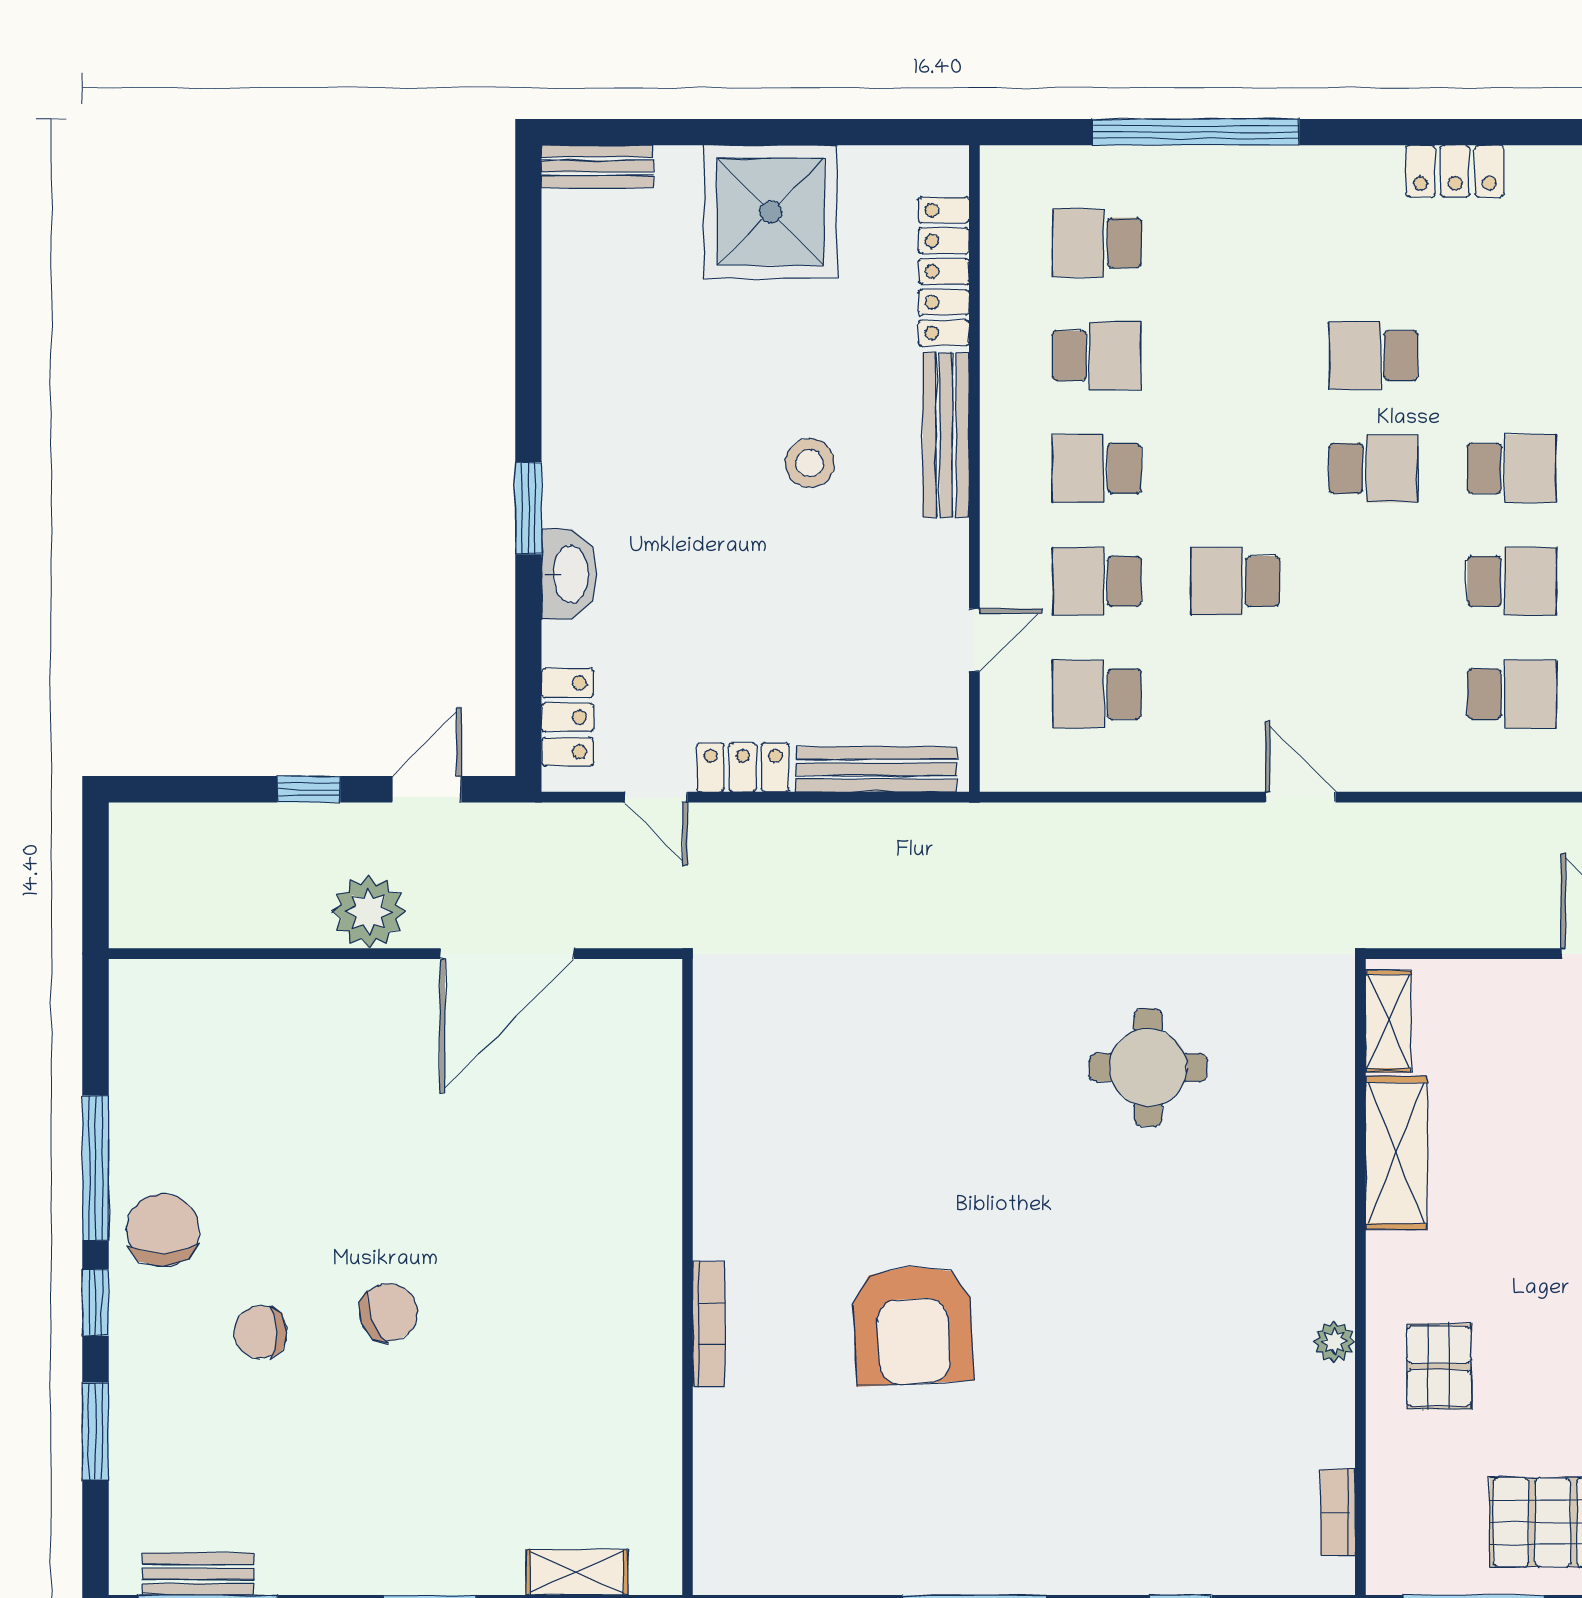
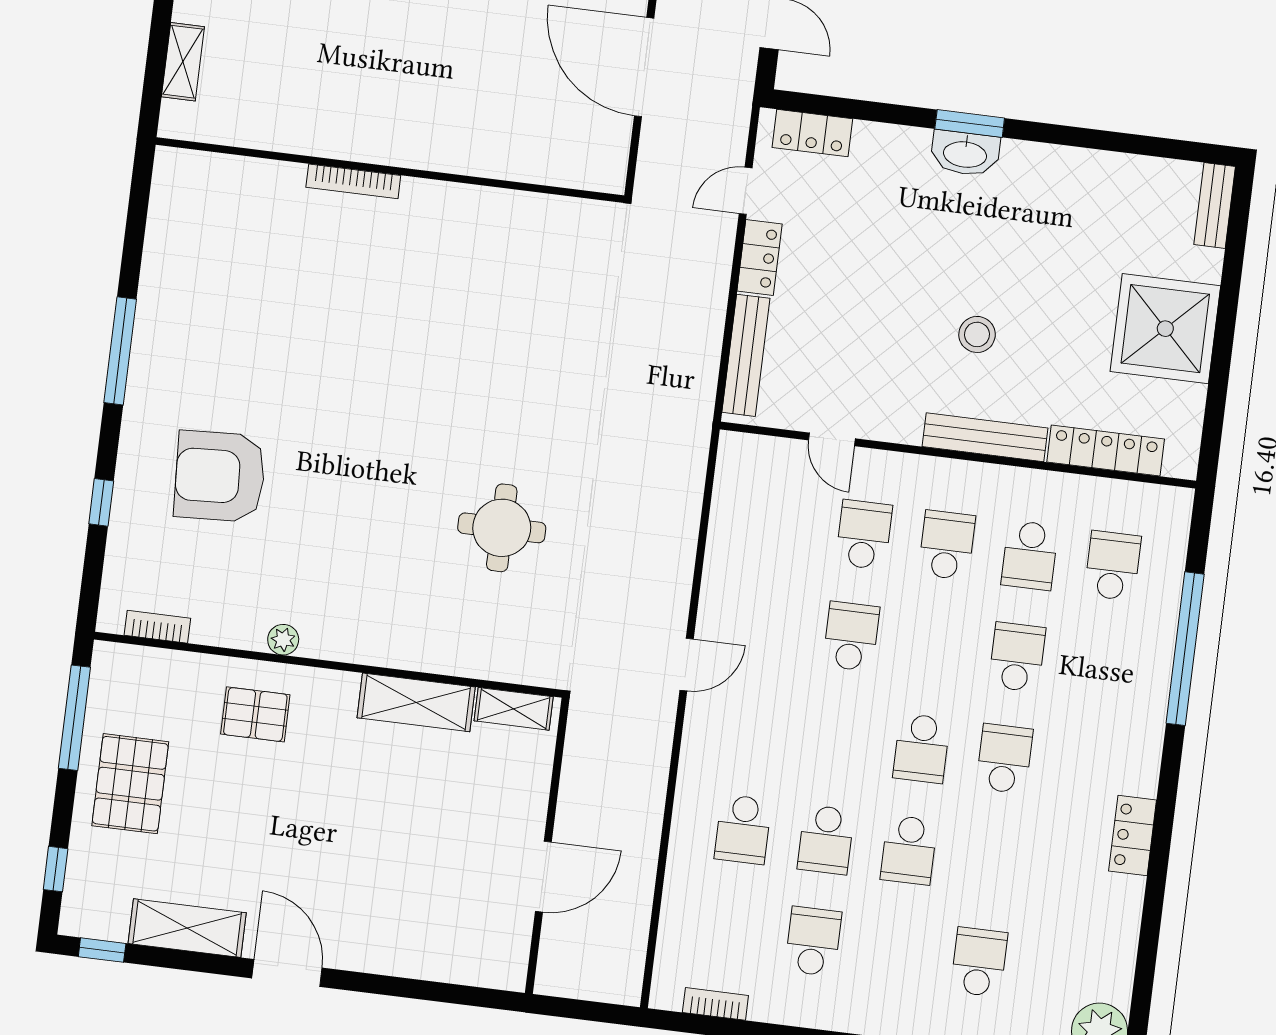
washbasin: (569, 574) -> (965, 153), moved
school desk: (1097, 694) -> (1017, 657), moved
armchair: (913, 1325) -> (220, 476), moved

